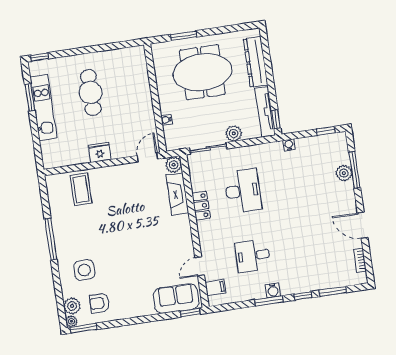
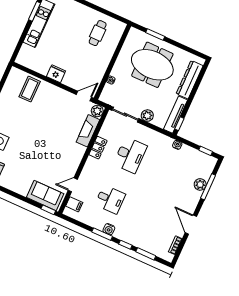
cafe table: (91, 92) -> (98, 33), moved, width x0.73, depth x0.74
desk: (253, 256) -> (110, 199), turned 180

